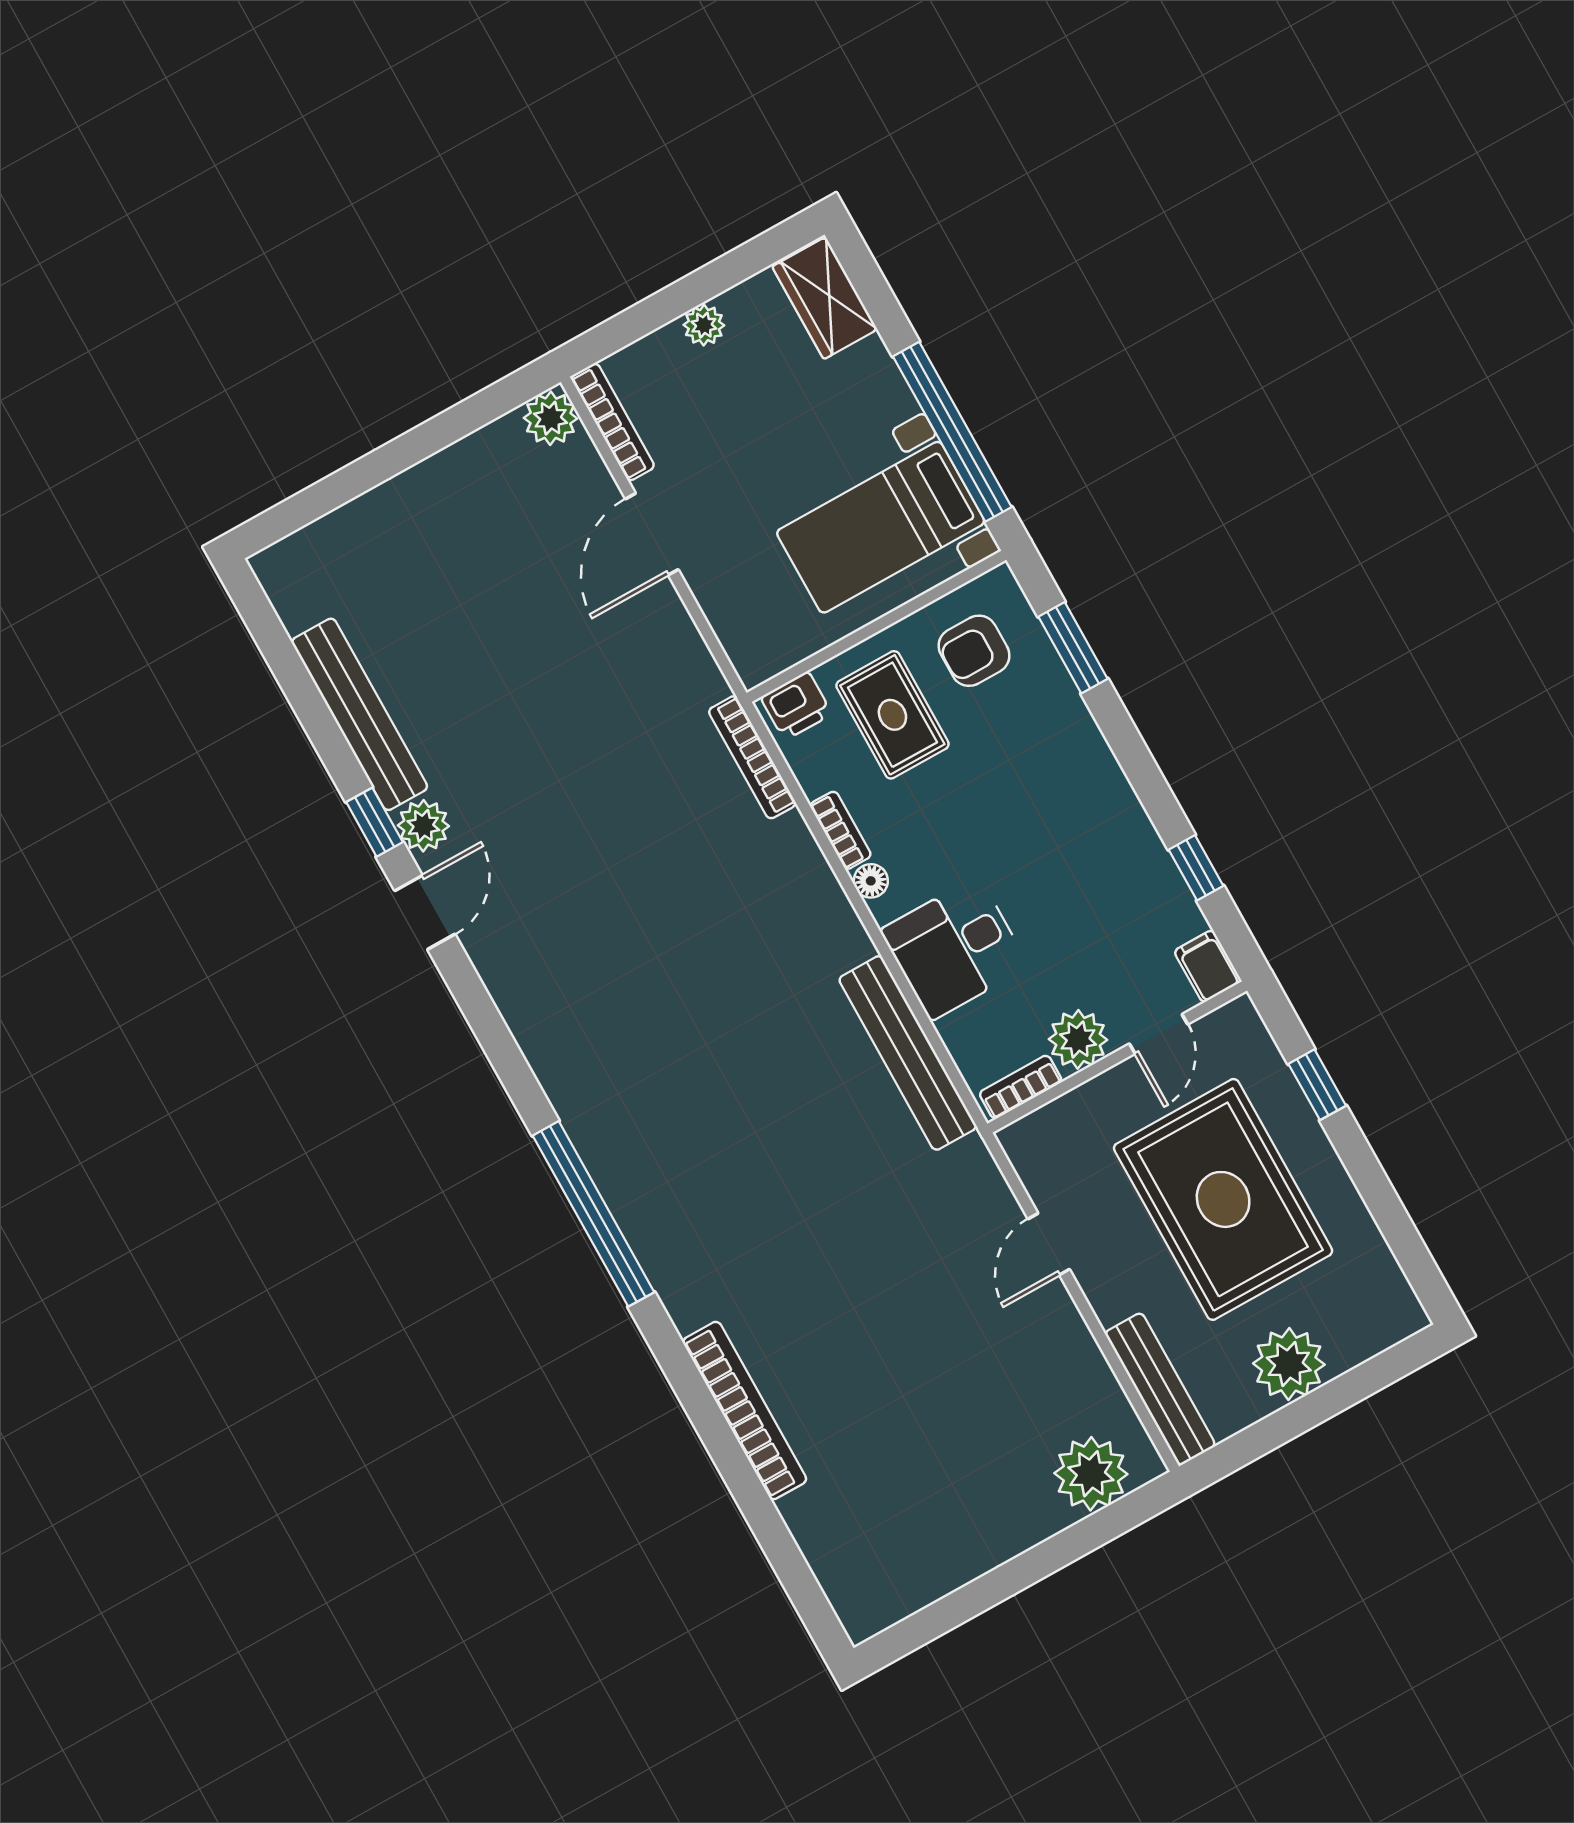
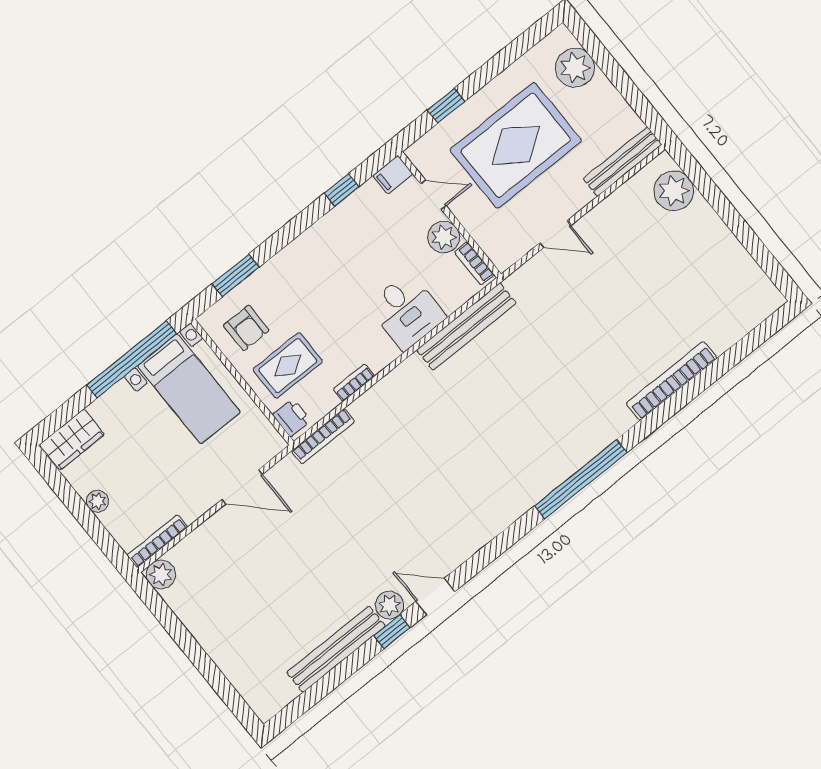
door: (652, 534) -> (242, 487), moved
floor lamp: (871, 881) -> (378, 362), removed
plant: (1289, 1364) -> (575, 68), moved

